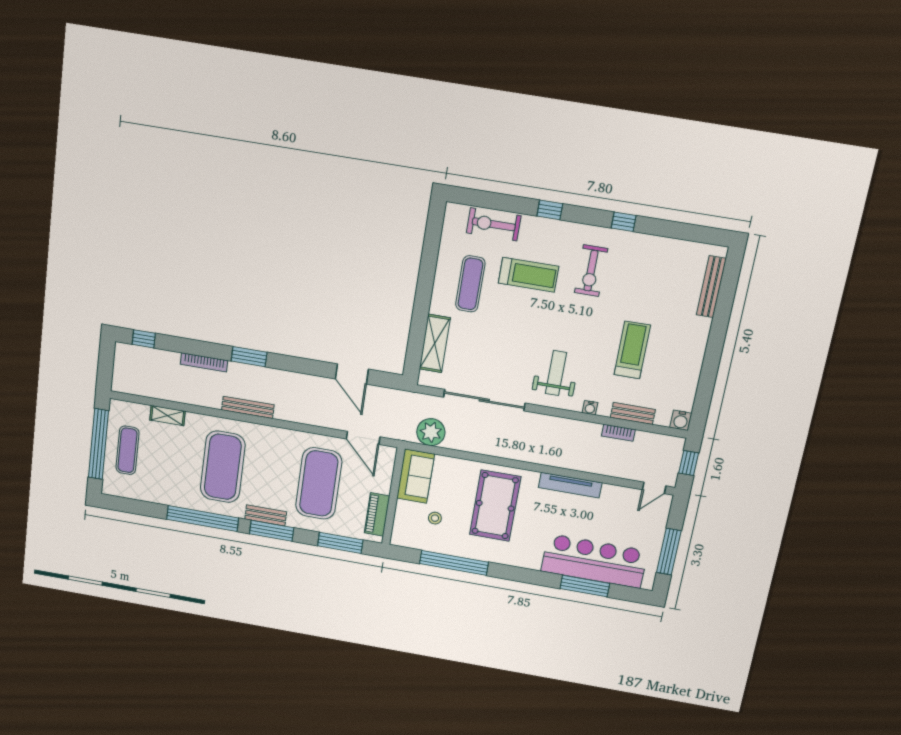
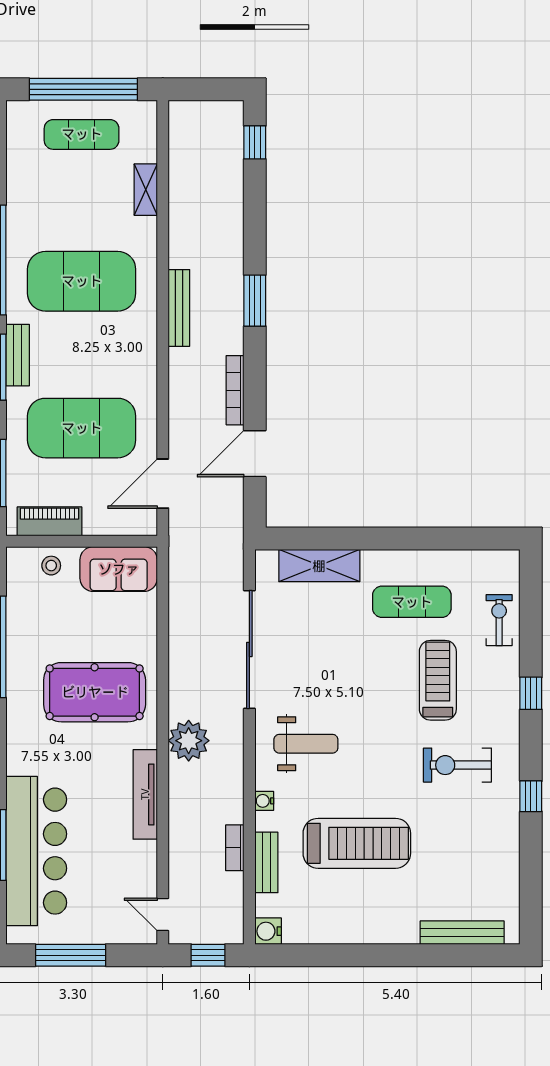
exercise bike: (494, 224) -> (499, 620), width x0.73, depth x0.72
treadmill: (529, 275) -> (438, 680), turned 180
treadmill: (632, 350) -> (357, 843), width x1.37, depth x1.38
bookcase: (204, 362) -> (235, 390), moved
plant: (431, 432) -> (189, 741), moved
stool: (435, 518) -> (51, 566), moved

